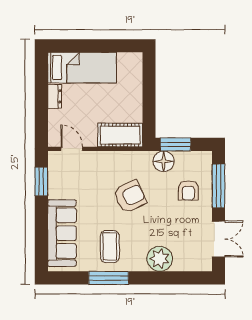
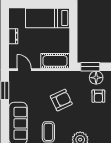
bed: (82, 68) -> (47, 18), moved, turned 180
floor lamp: (164, 161) -> (96, 78), moved

